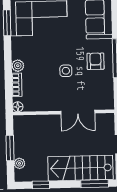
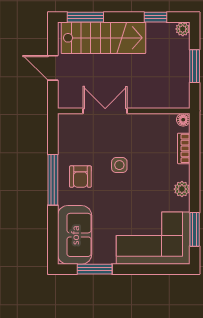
plant: (18, 66) -> (182, 189), moved
plant: (20, 163) -> (183, 29), moved

